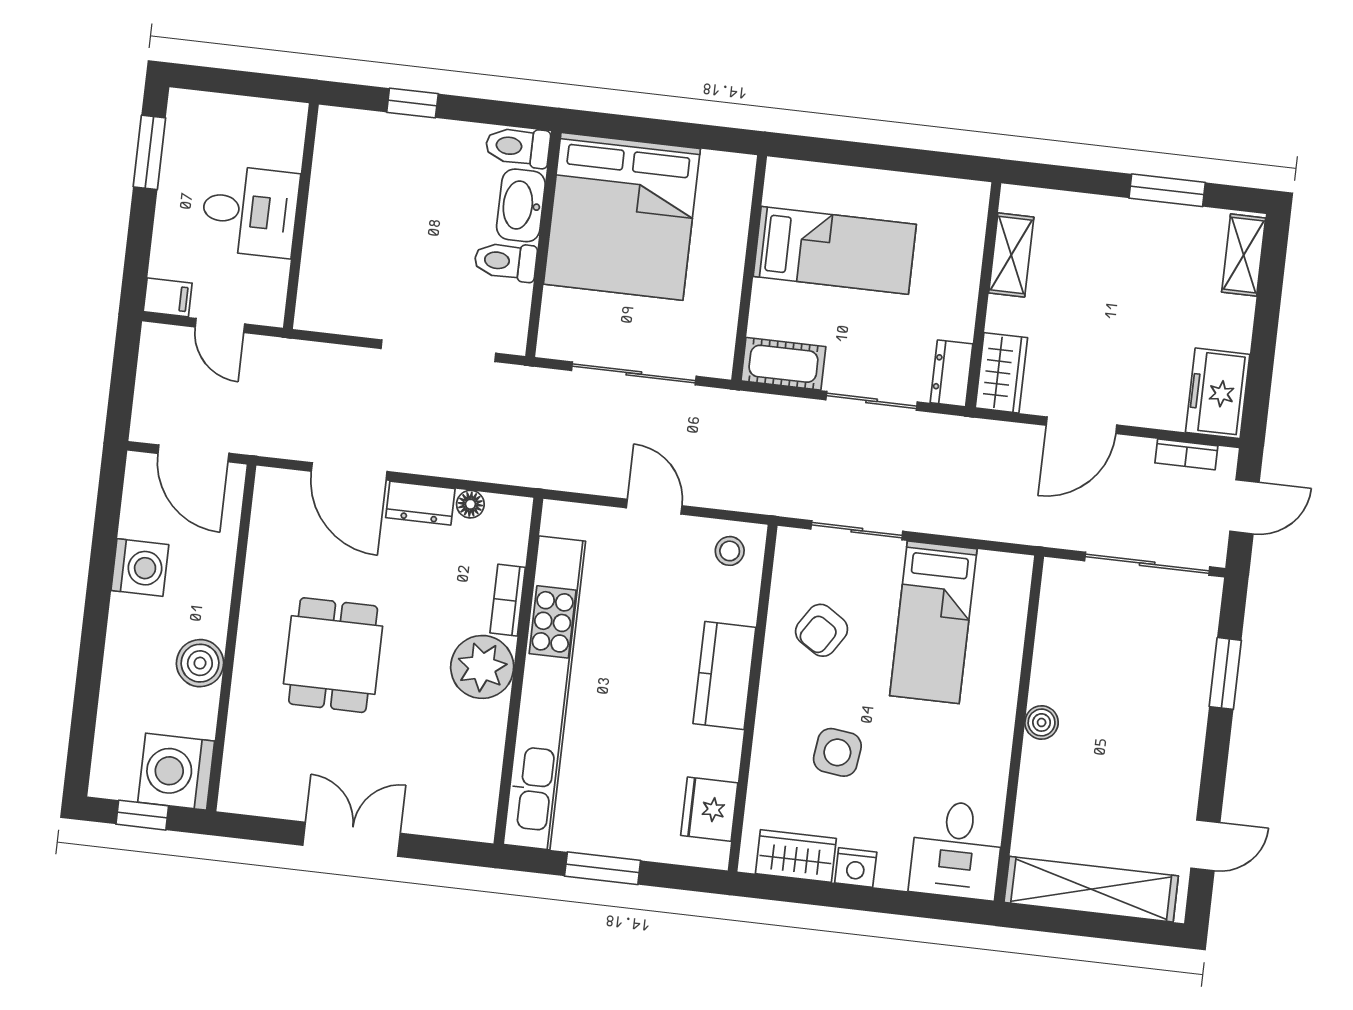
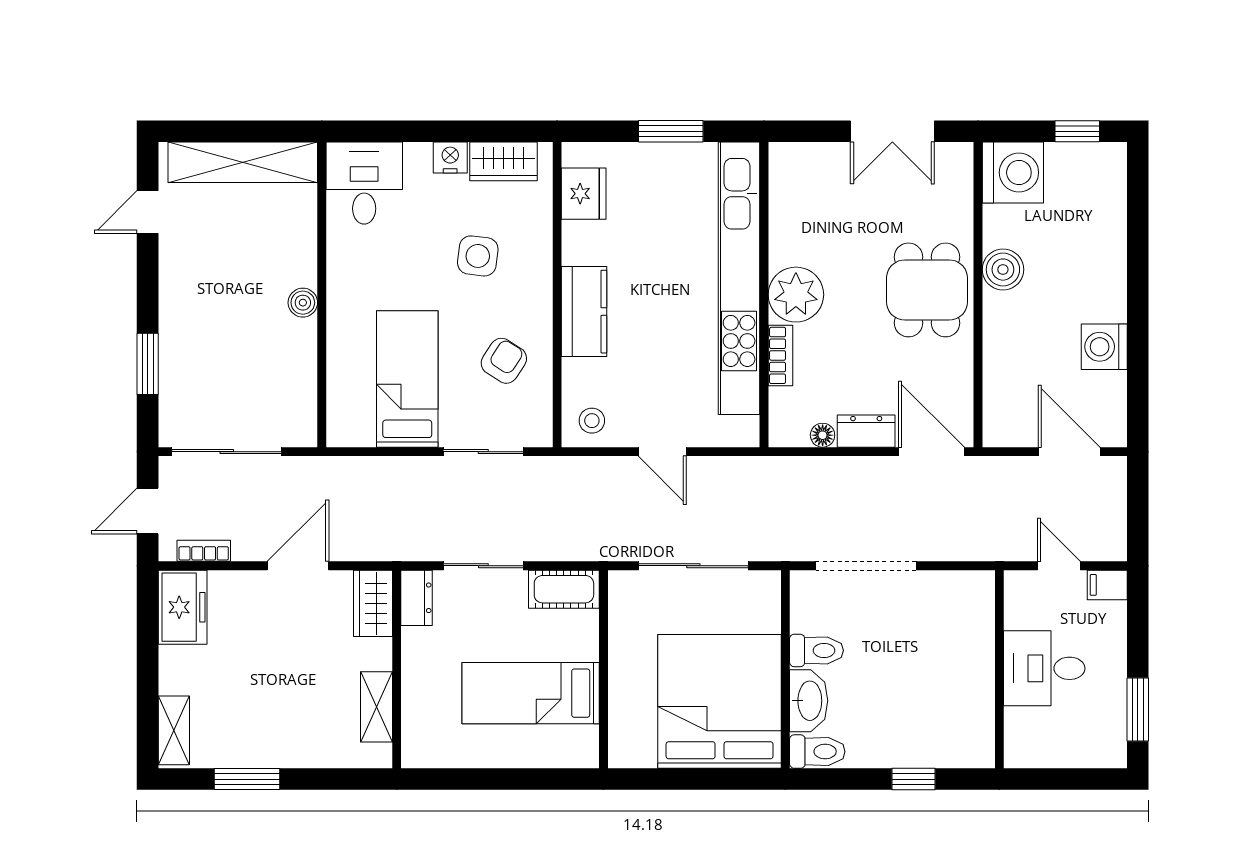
wall: (232, 638) -> (978, 295), moved
boiler: (200, 663) -> (1003, 270), moved
washing machine: (176, 772) -> (1013, 173), moved

